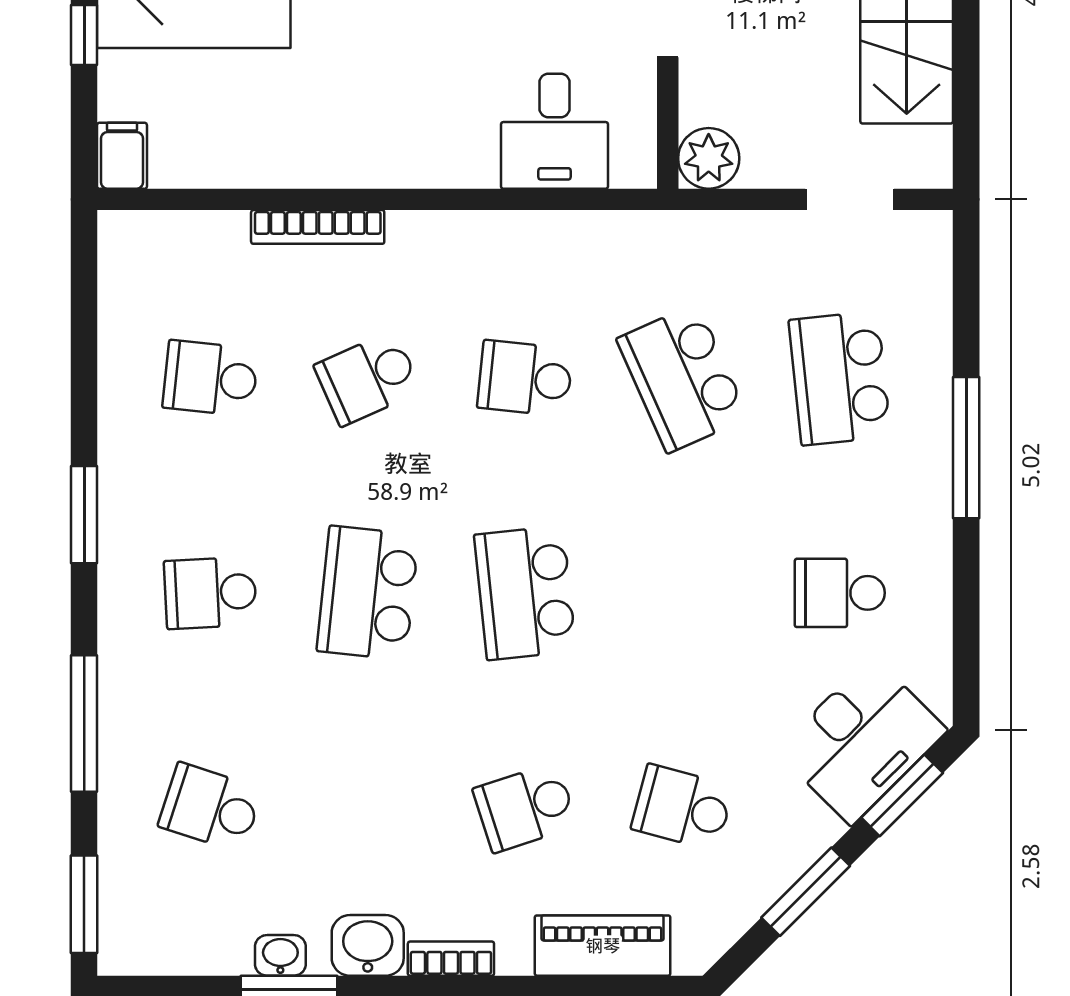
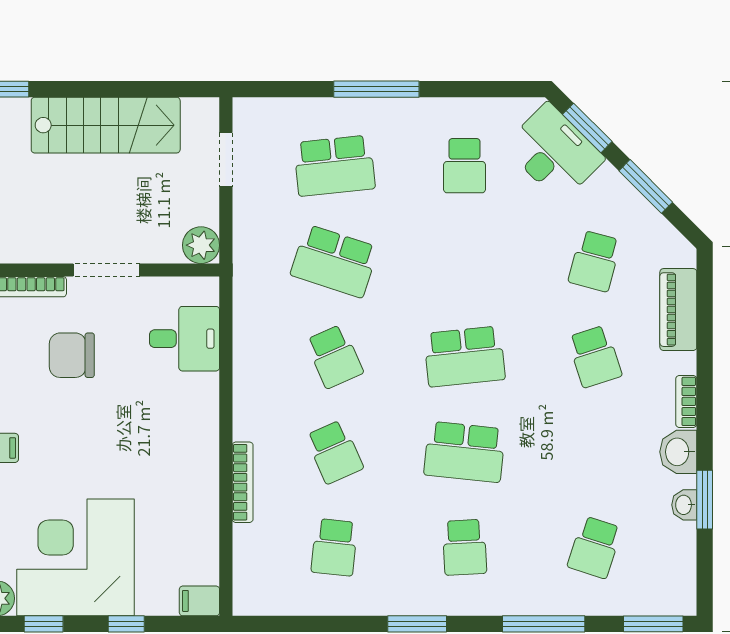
school desk: (525, 378) -> (334, 357), turned -30
school desk: (682, 378) -> (334, 261), turned 42

